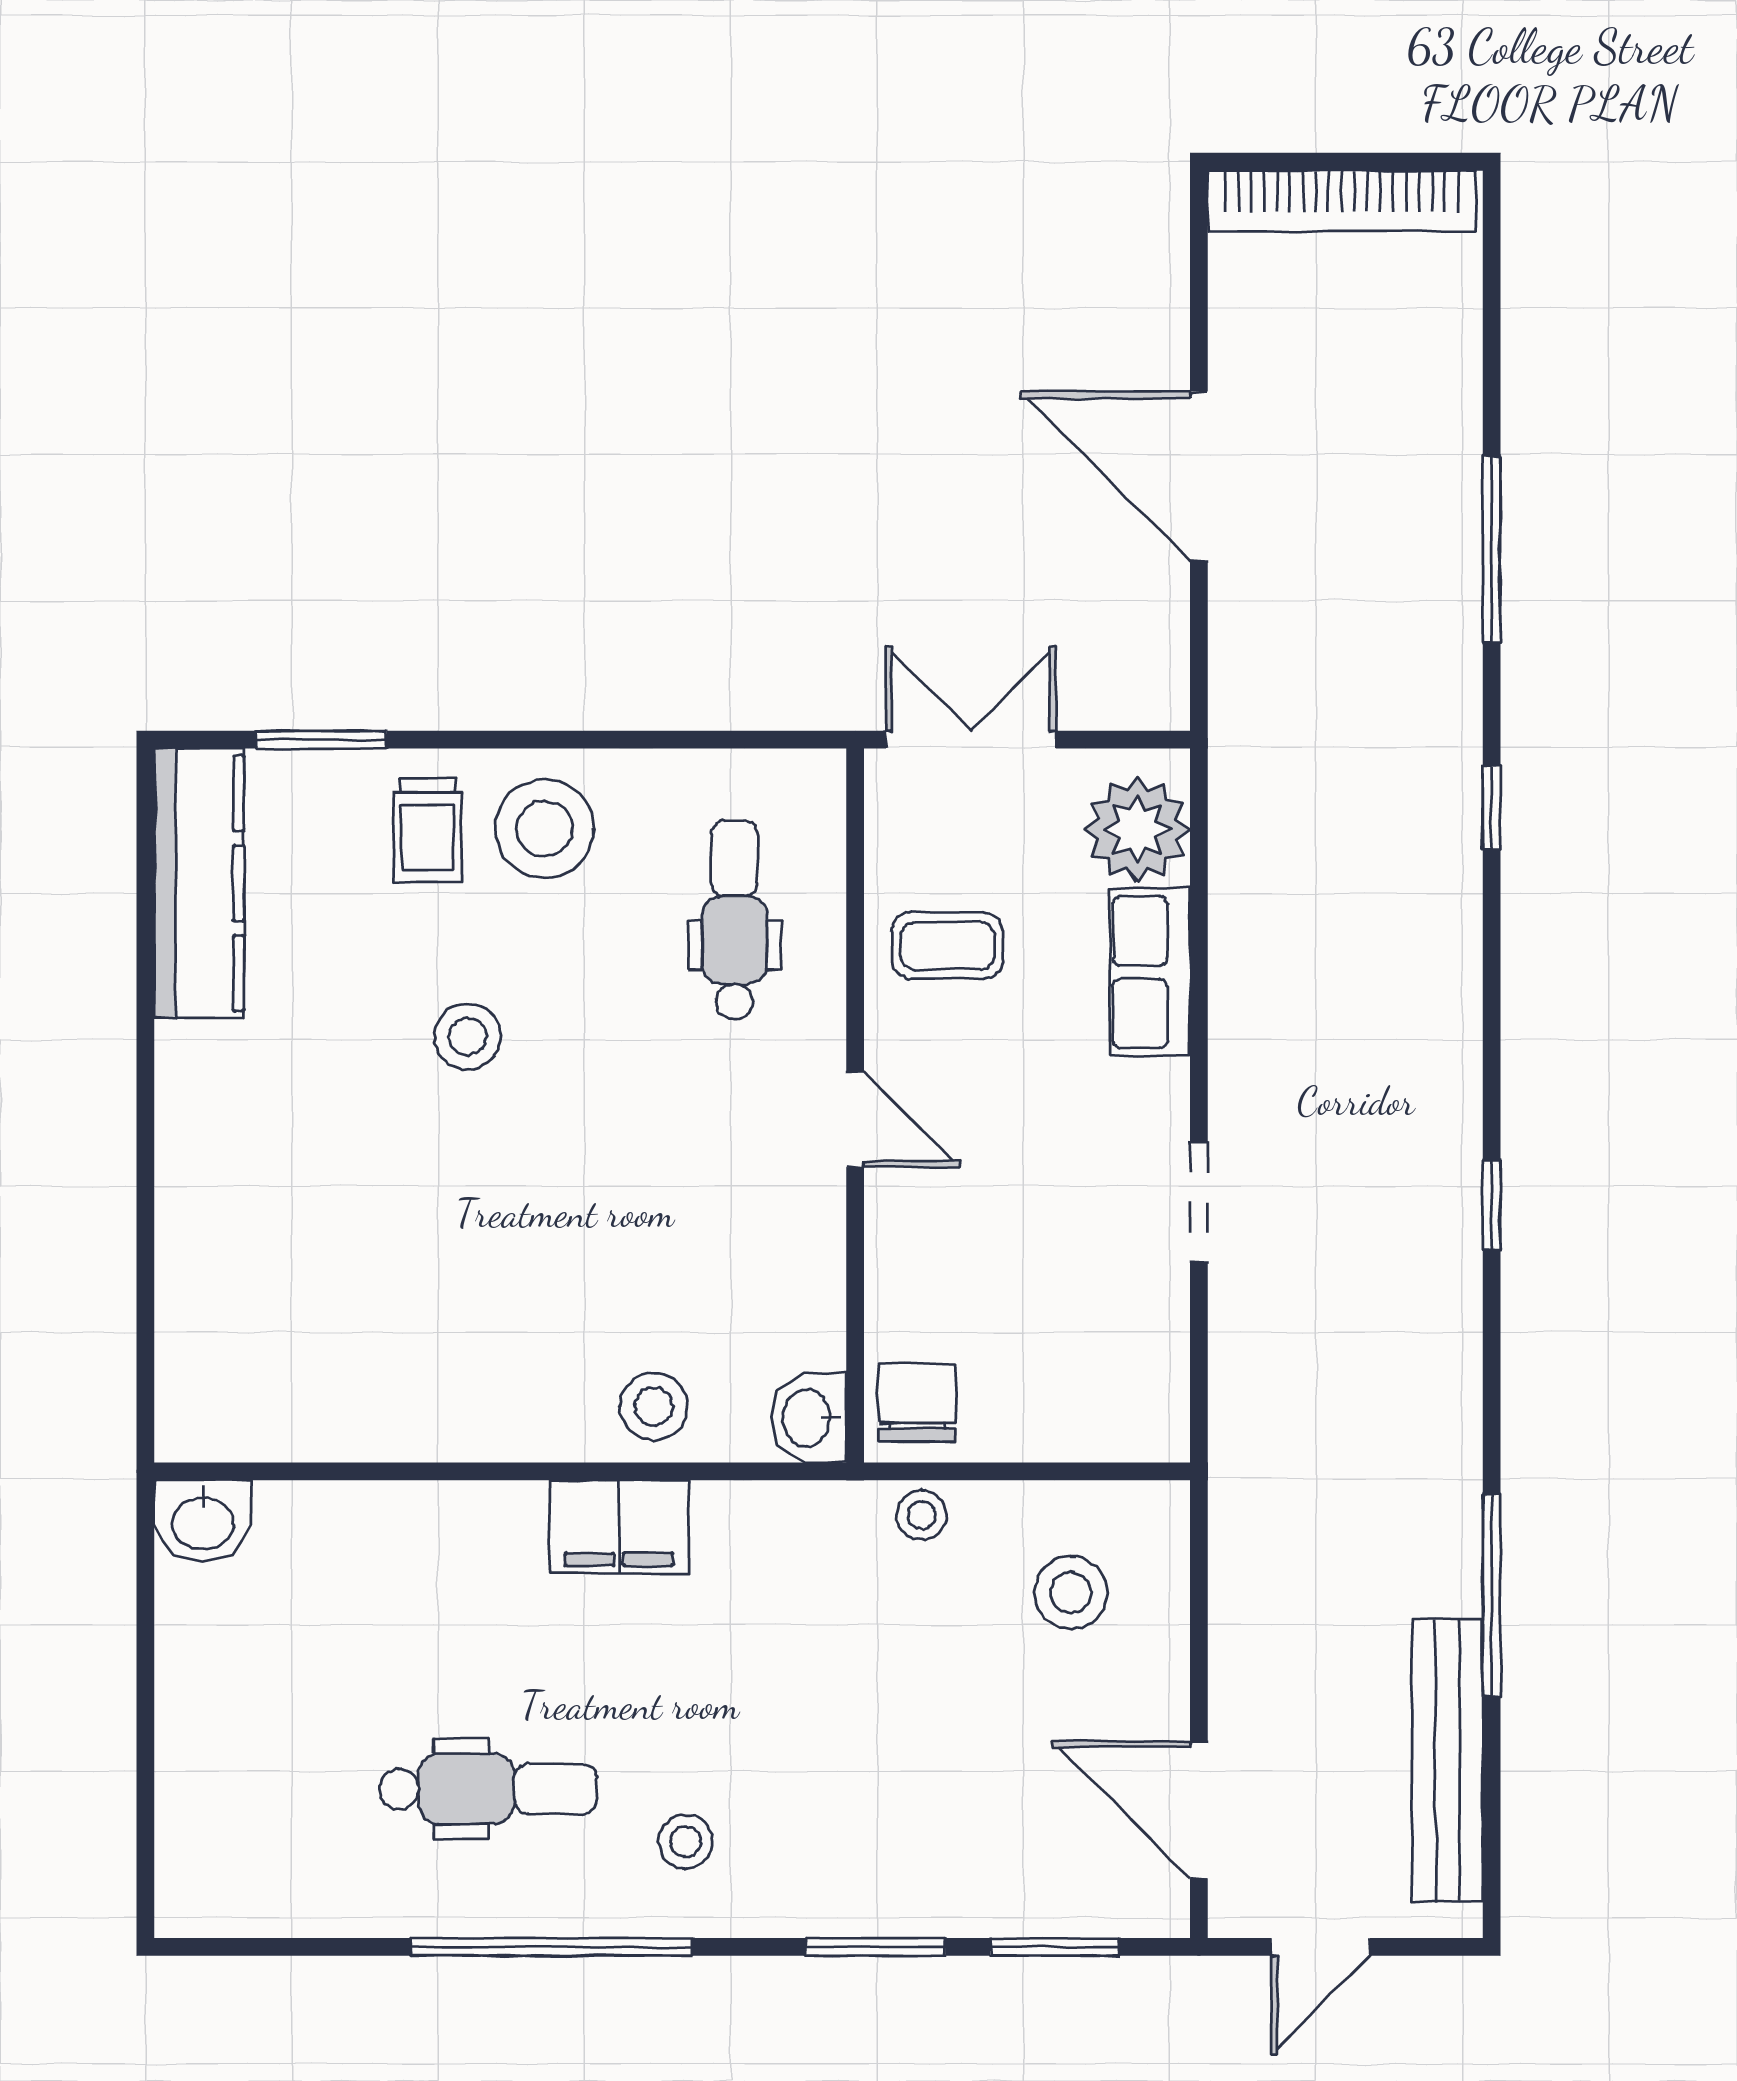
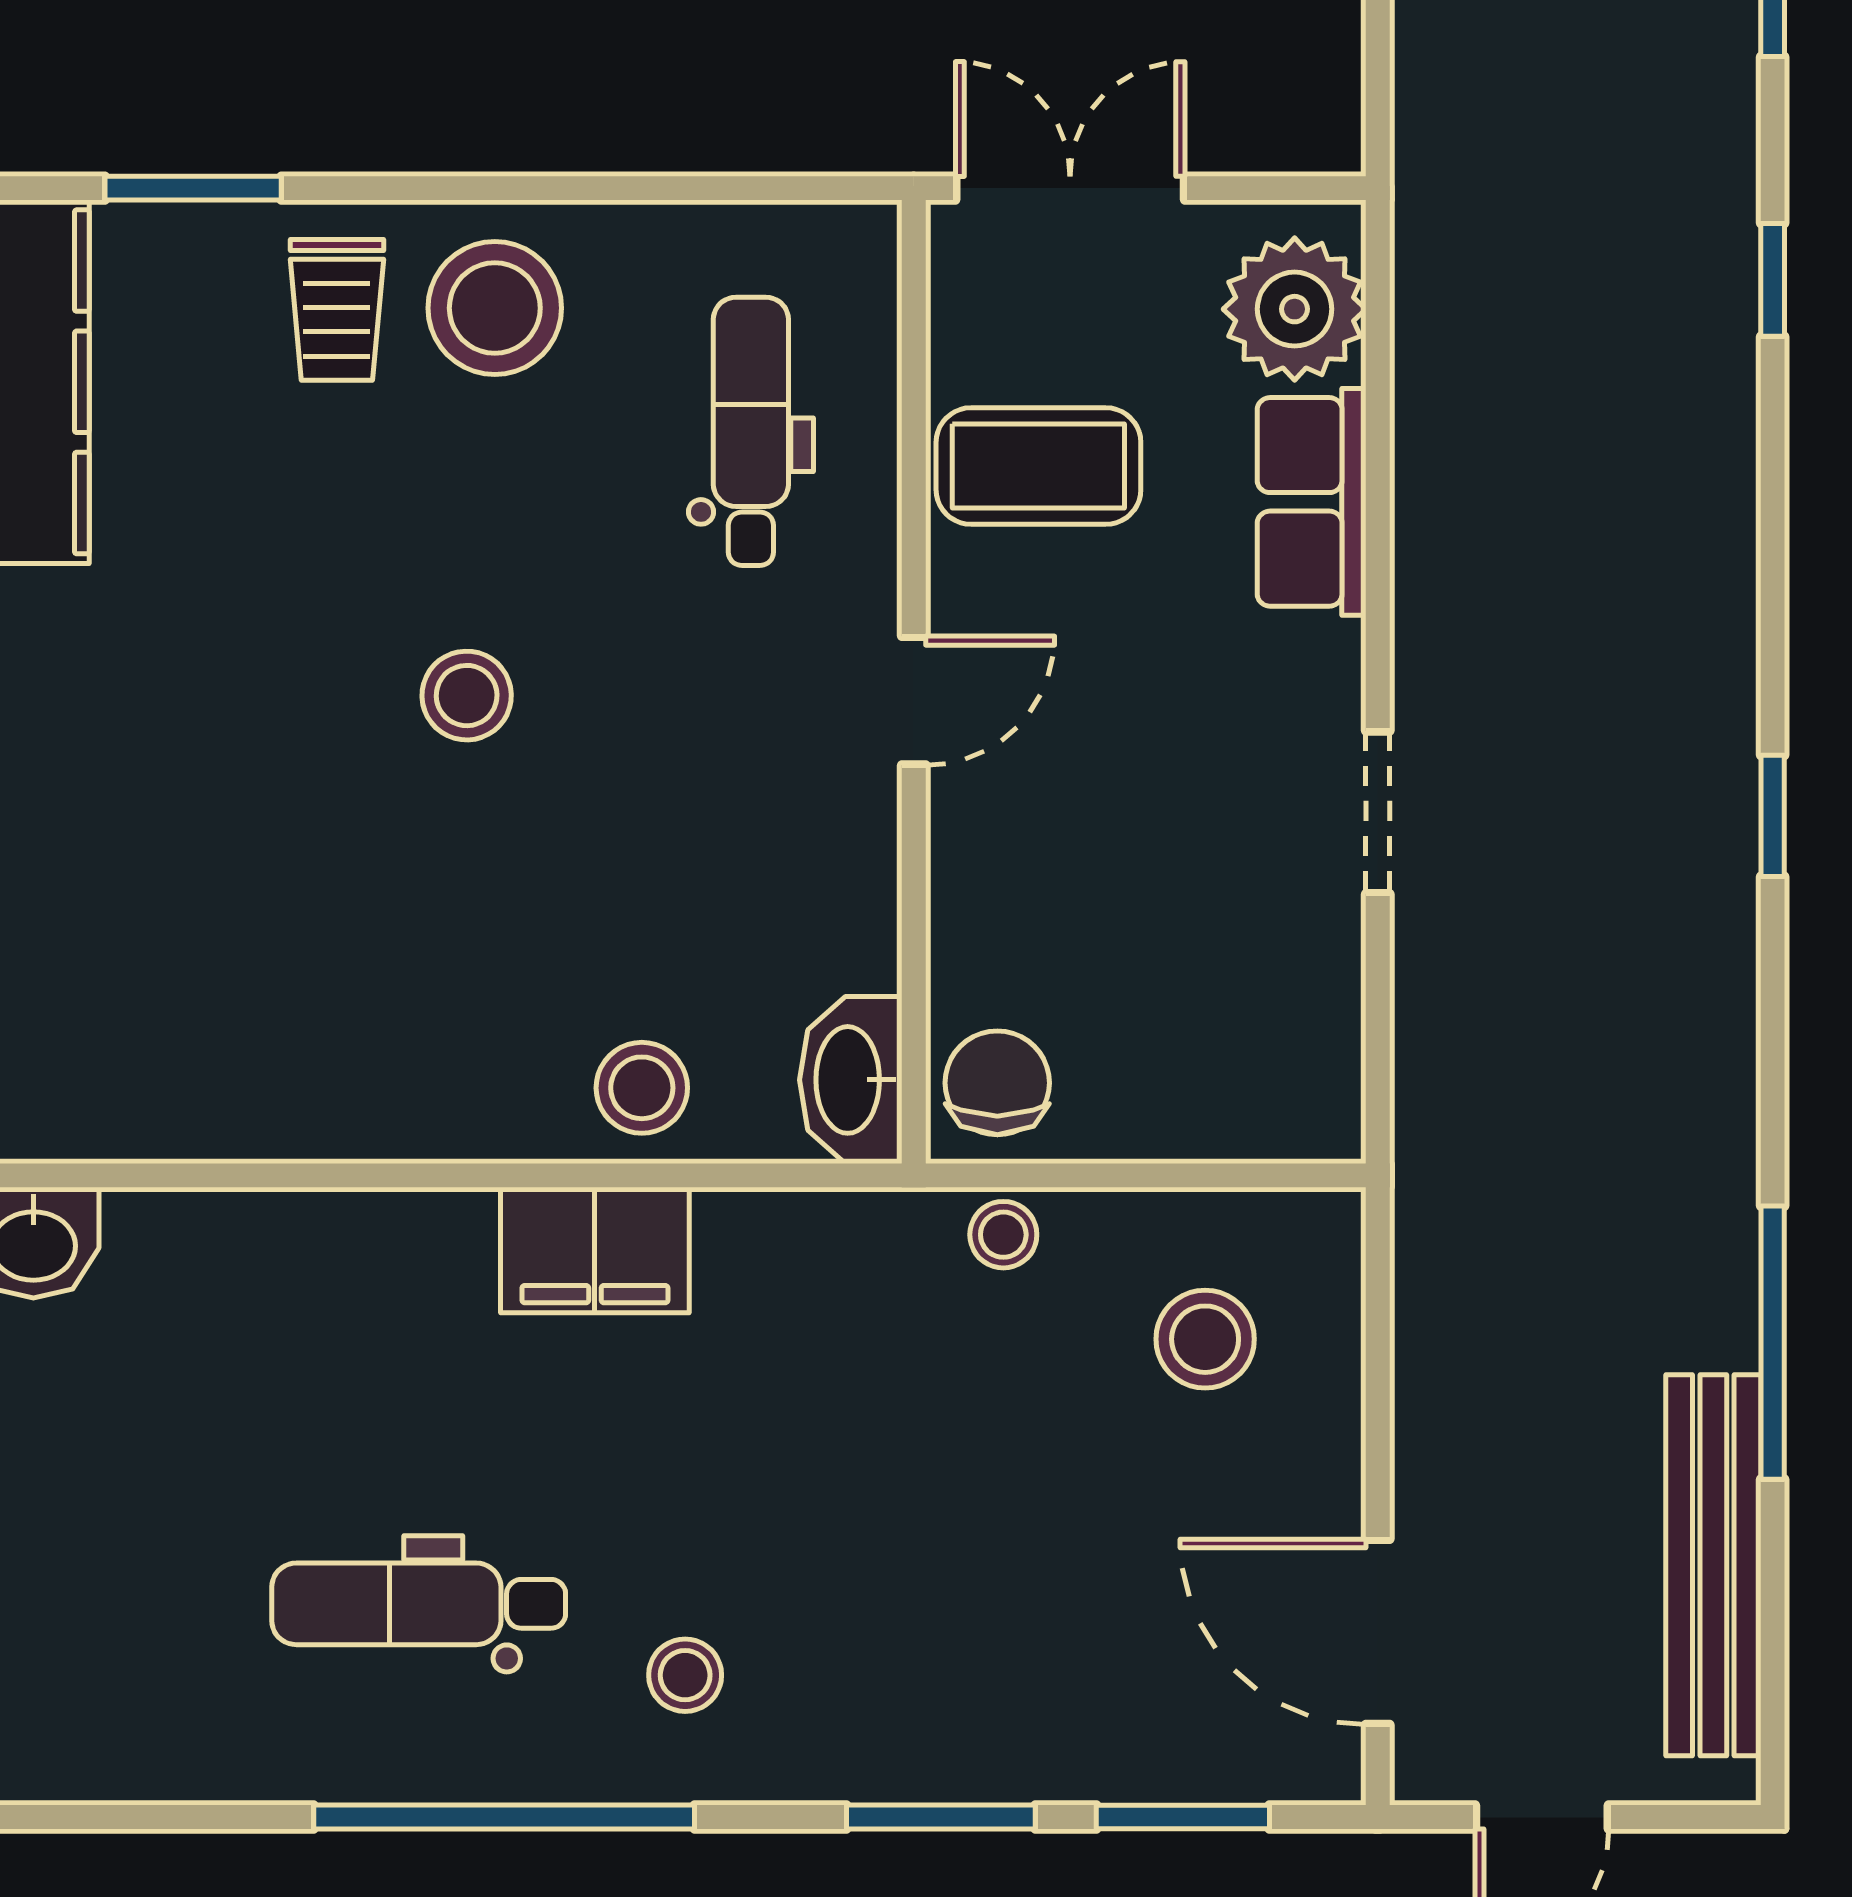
coffee table: (947, 946) -> (1038, 466), width x1.36, depth x1.30
stool: (468, 1037) -> (467, 696), moved
door: (855, 1120) -> (914, 701), hinge flipped
washbasin: (808, 1418) -> (851, 1080), width x1.38
dental chair: (488, 1789) -> (419, 1604), turned 180

